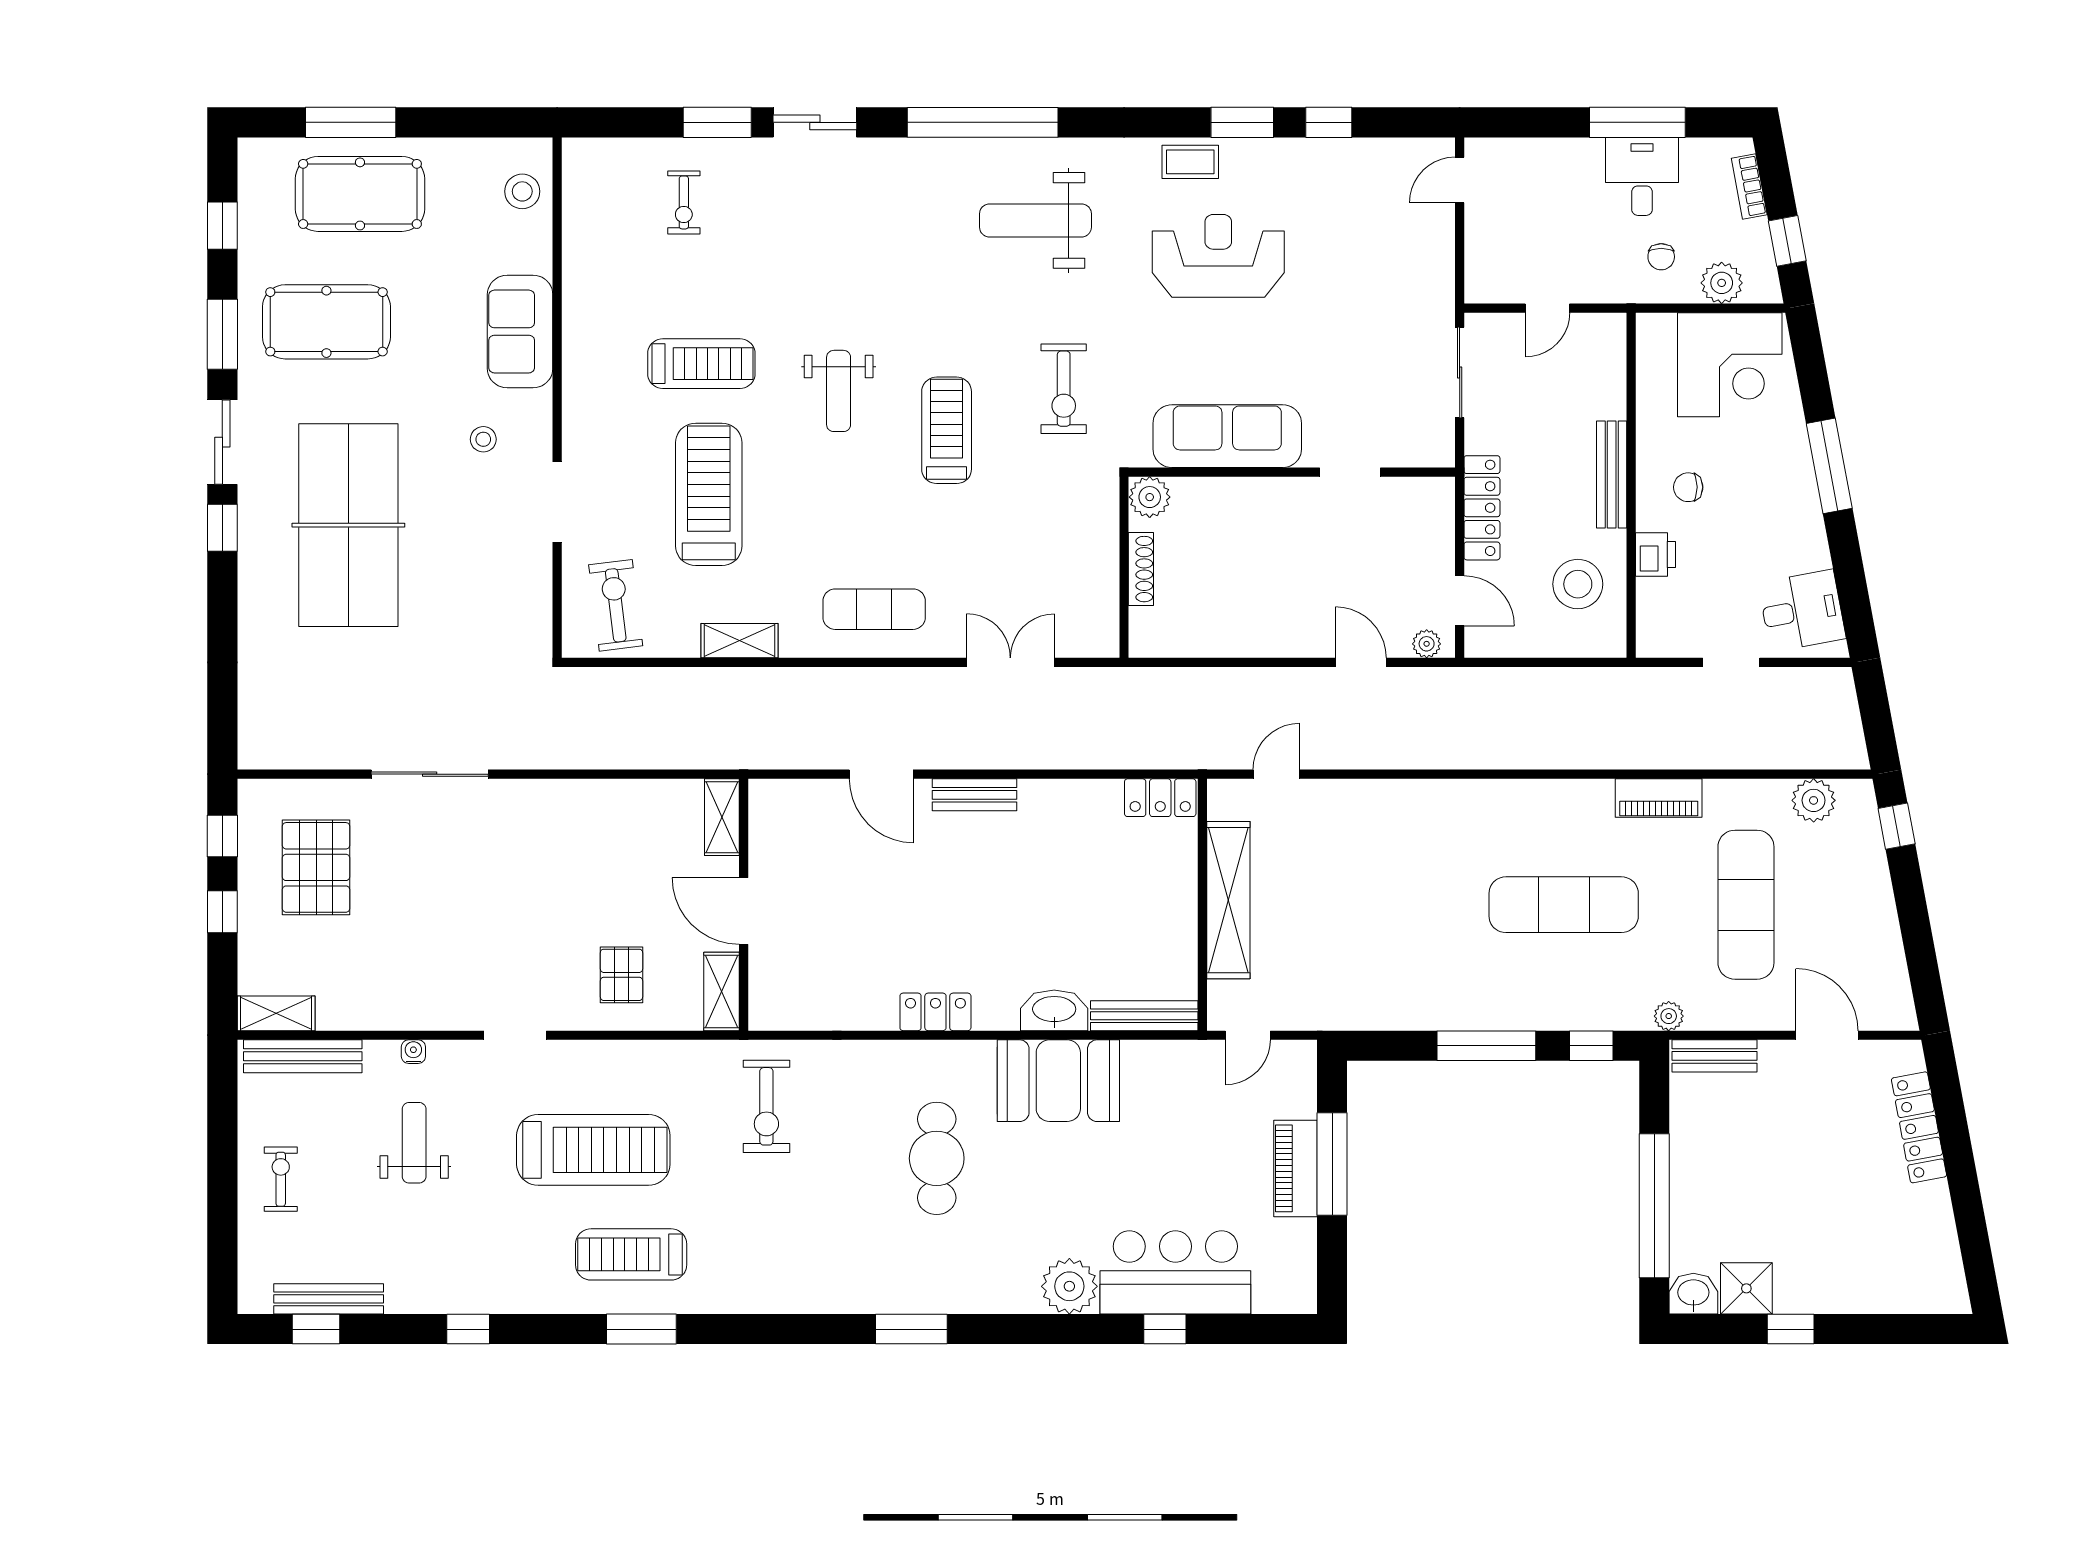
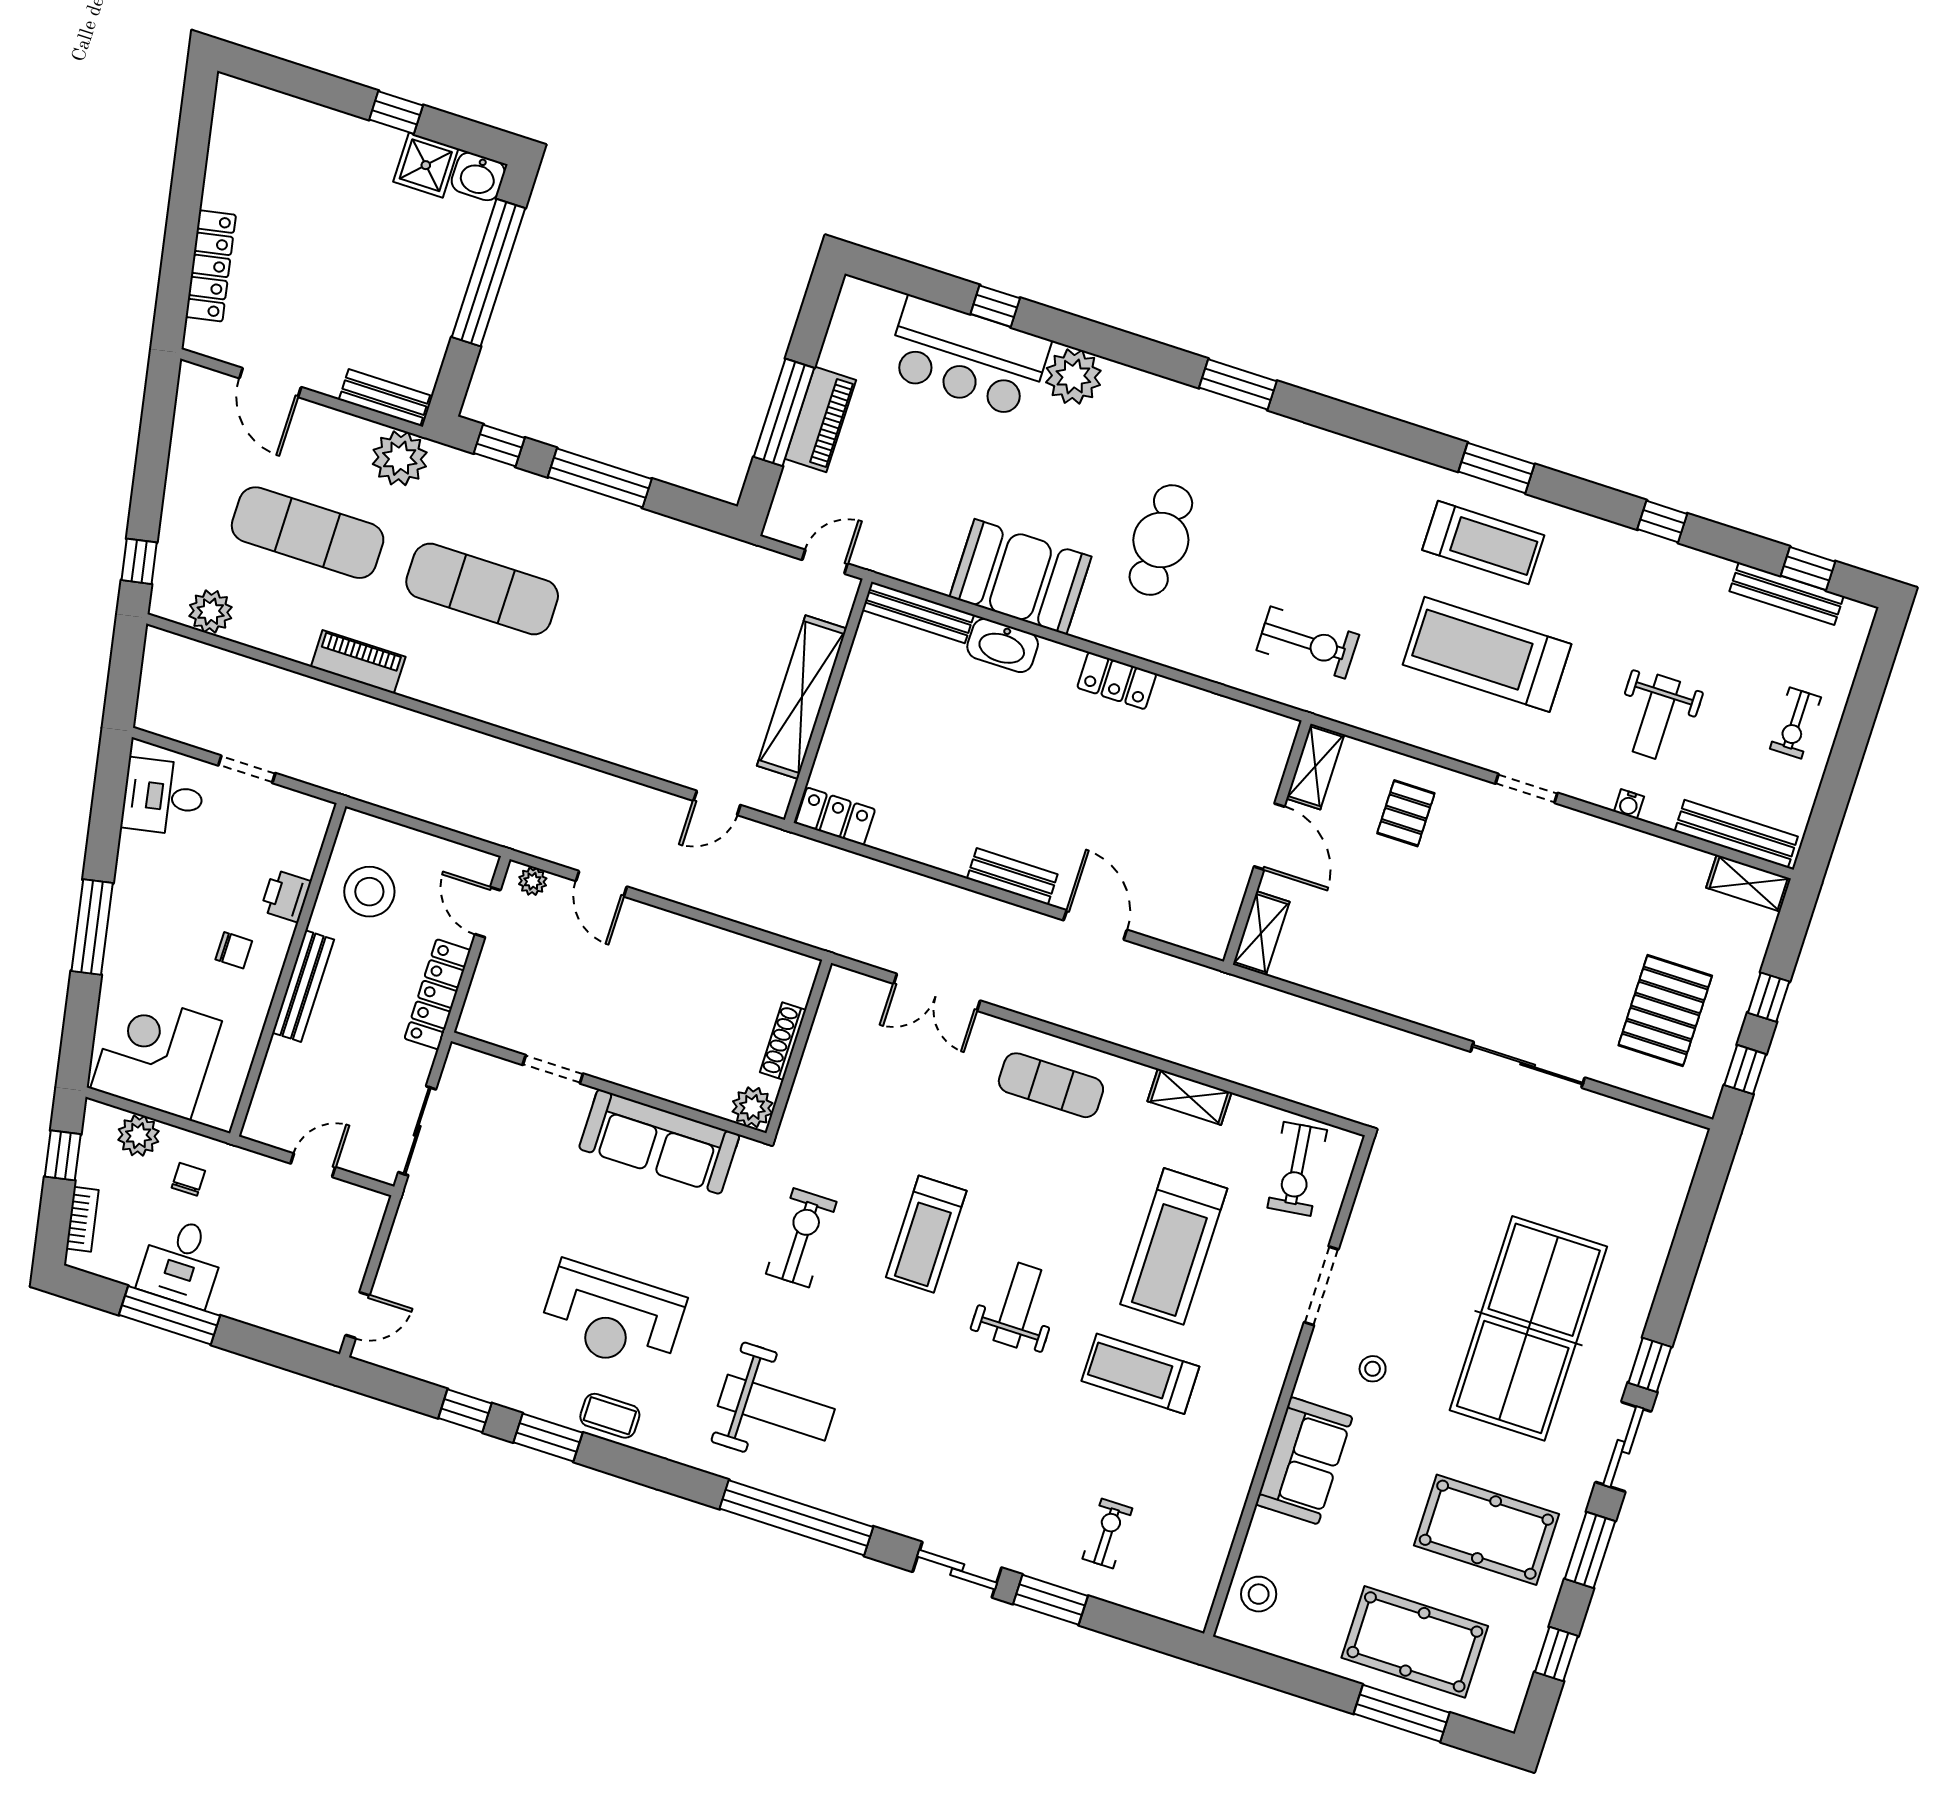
exercise mat: (1746, 905) -> (308, 533), turned 90
plant: (1669, 1016) -> (400, 458), width x1.88, depth x1.88
exercise bike: (766, 1106) -> (1308, 643), turned 90

